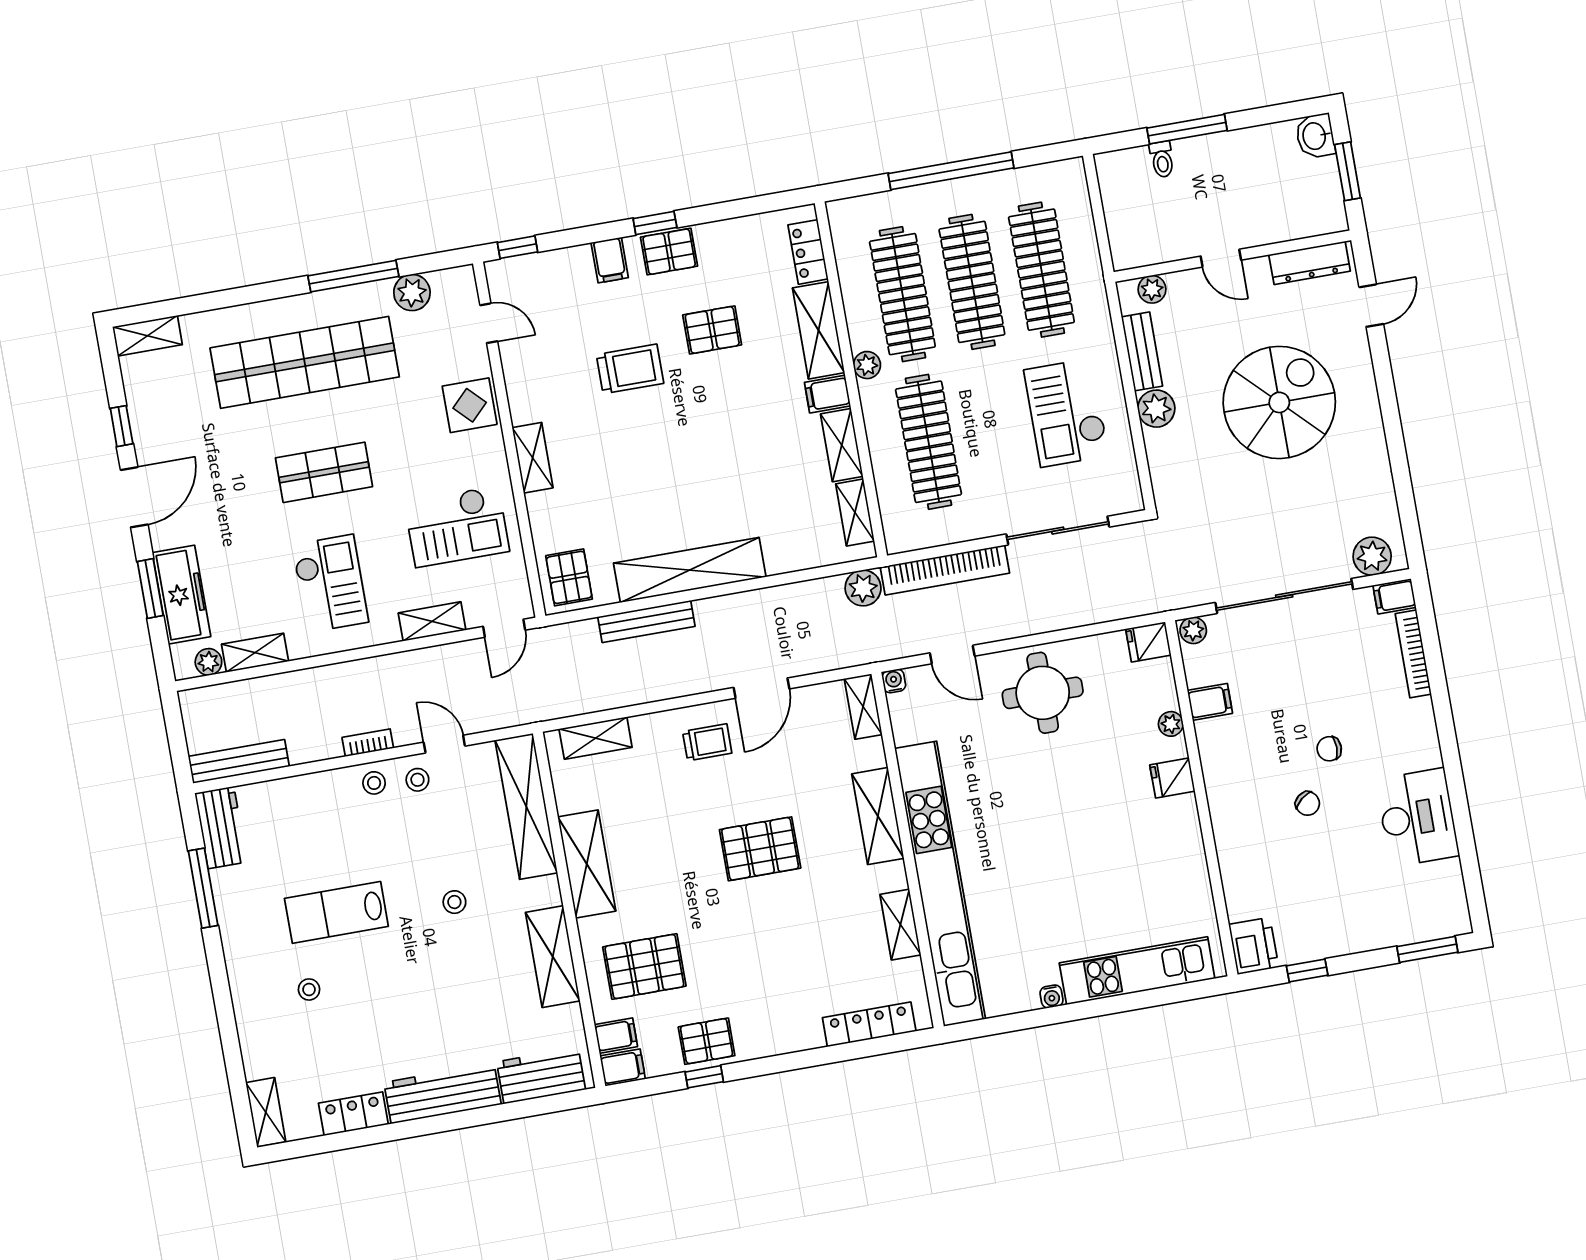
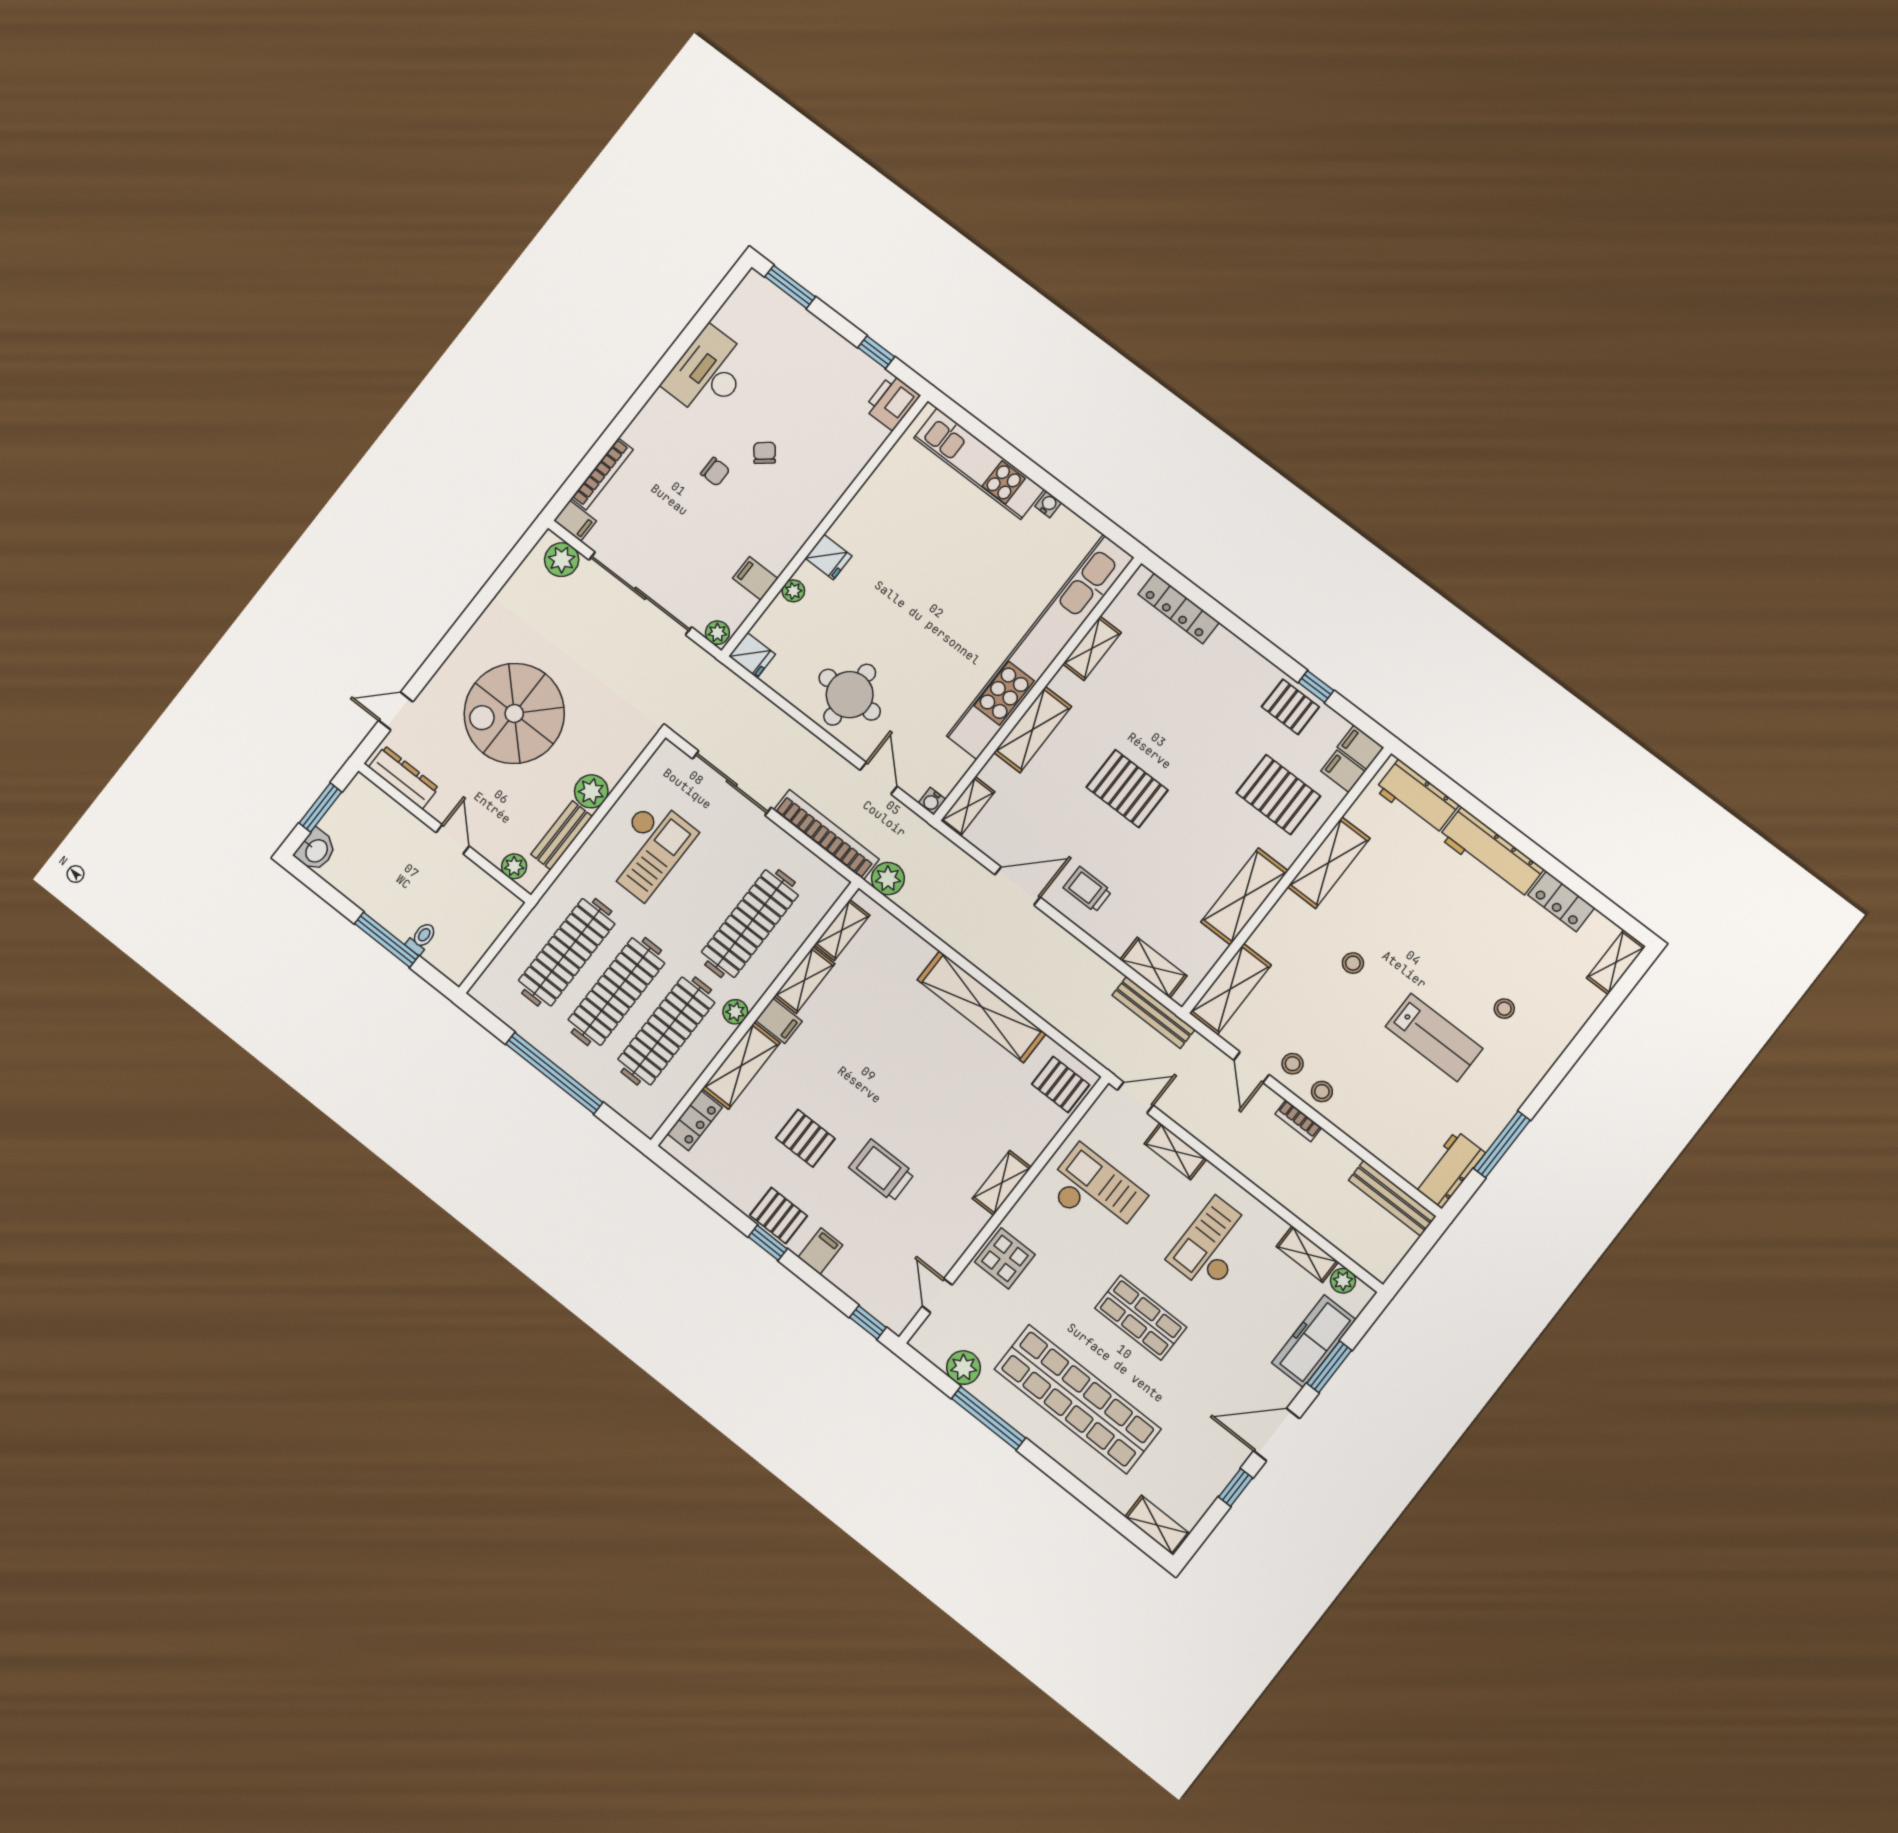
pallet: (569, 577) -> (1061, 1084), turned 90
bench: (646, 621) -> (1154, 1012), moved
shelving: (526, 806) -> (1230, 989), width x0.68

